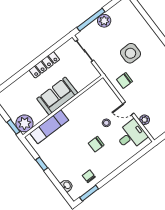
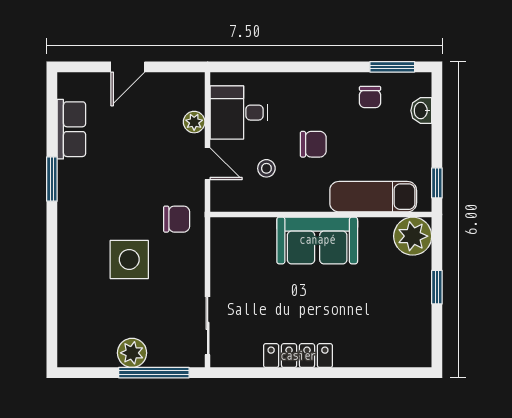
sofa: (57, 96) -> (317, 240), moved
wall: (63, 106) -> (321, 214), moved
plant: (24, 123) -> (413, 236), moved
exam couch: (49, 127) -> (373, 197), moved

